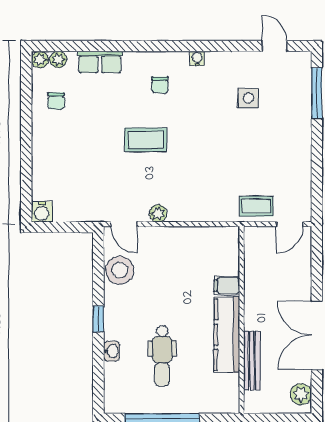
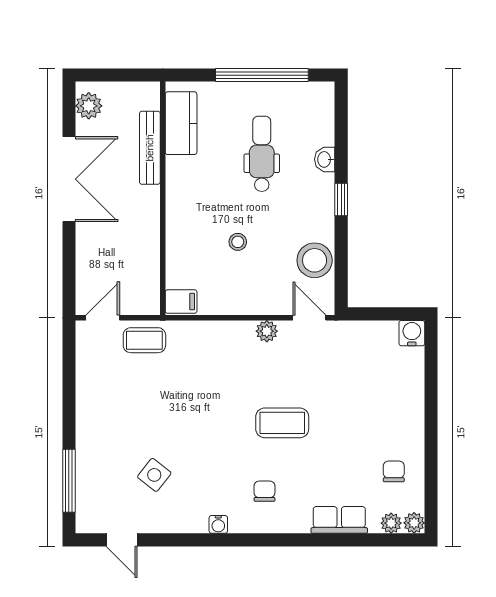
side table: (248, 98) -> (154, 475), turned 38
stool: (181, 285) -> (238, 242), added
filing cabinet: (227, 286) -> (181, 302), moved
kitchen counter: (227, 335) -> (181, 123), moved, width x0.67

